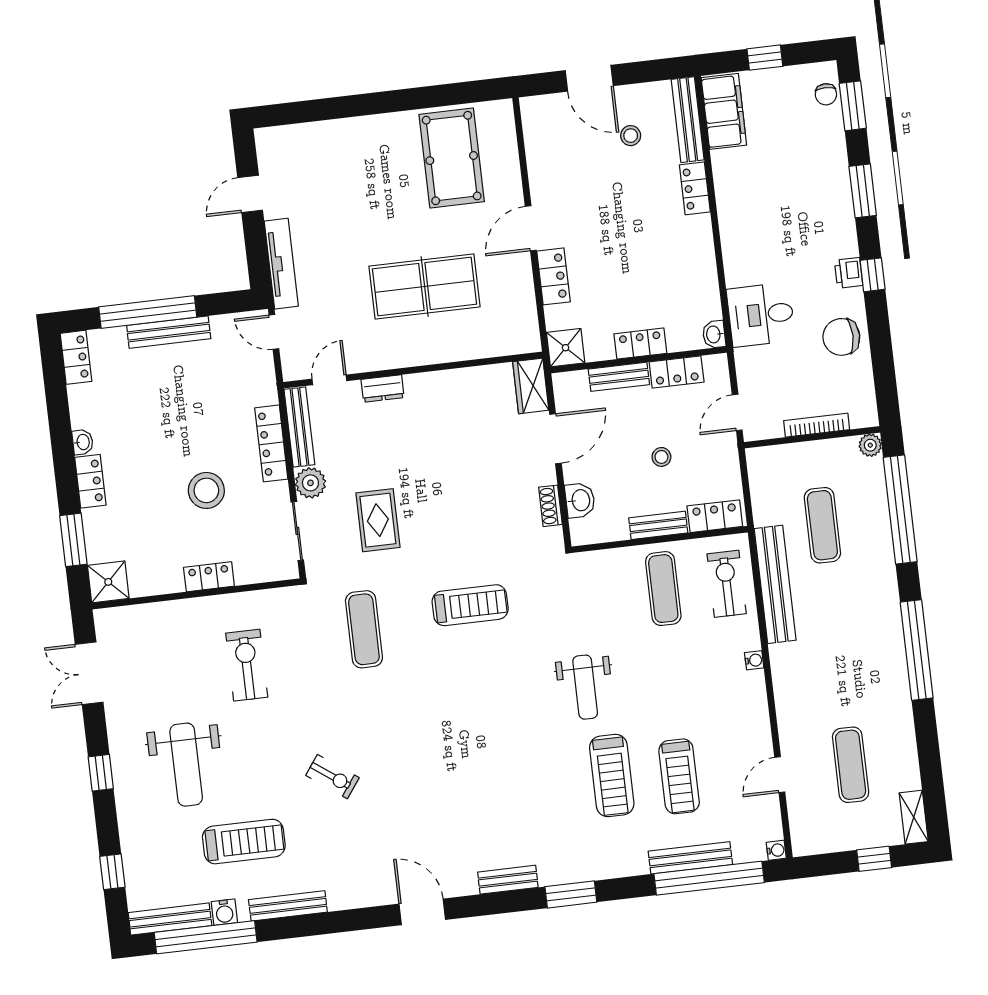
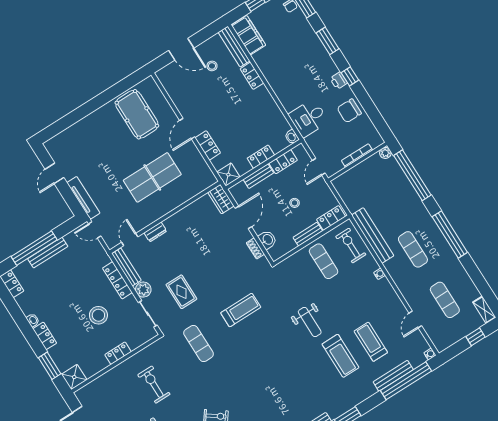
exercise mat: (822, 525) -> (413, 249), moved
treadmill: (679, 776) -> (371, 342), turned 180

